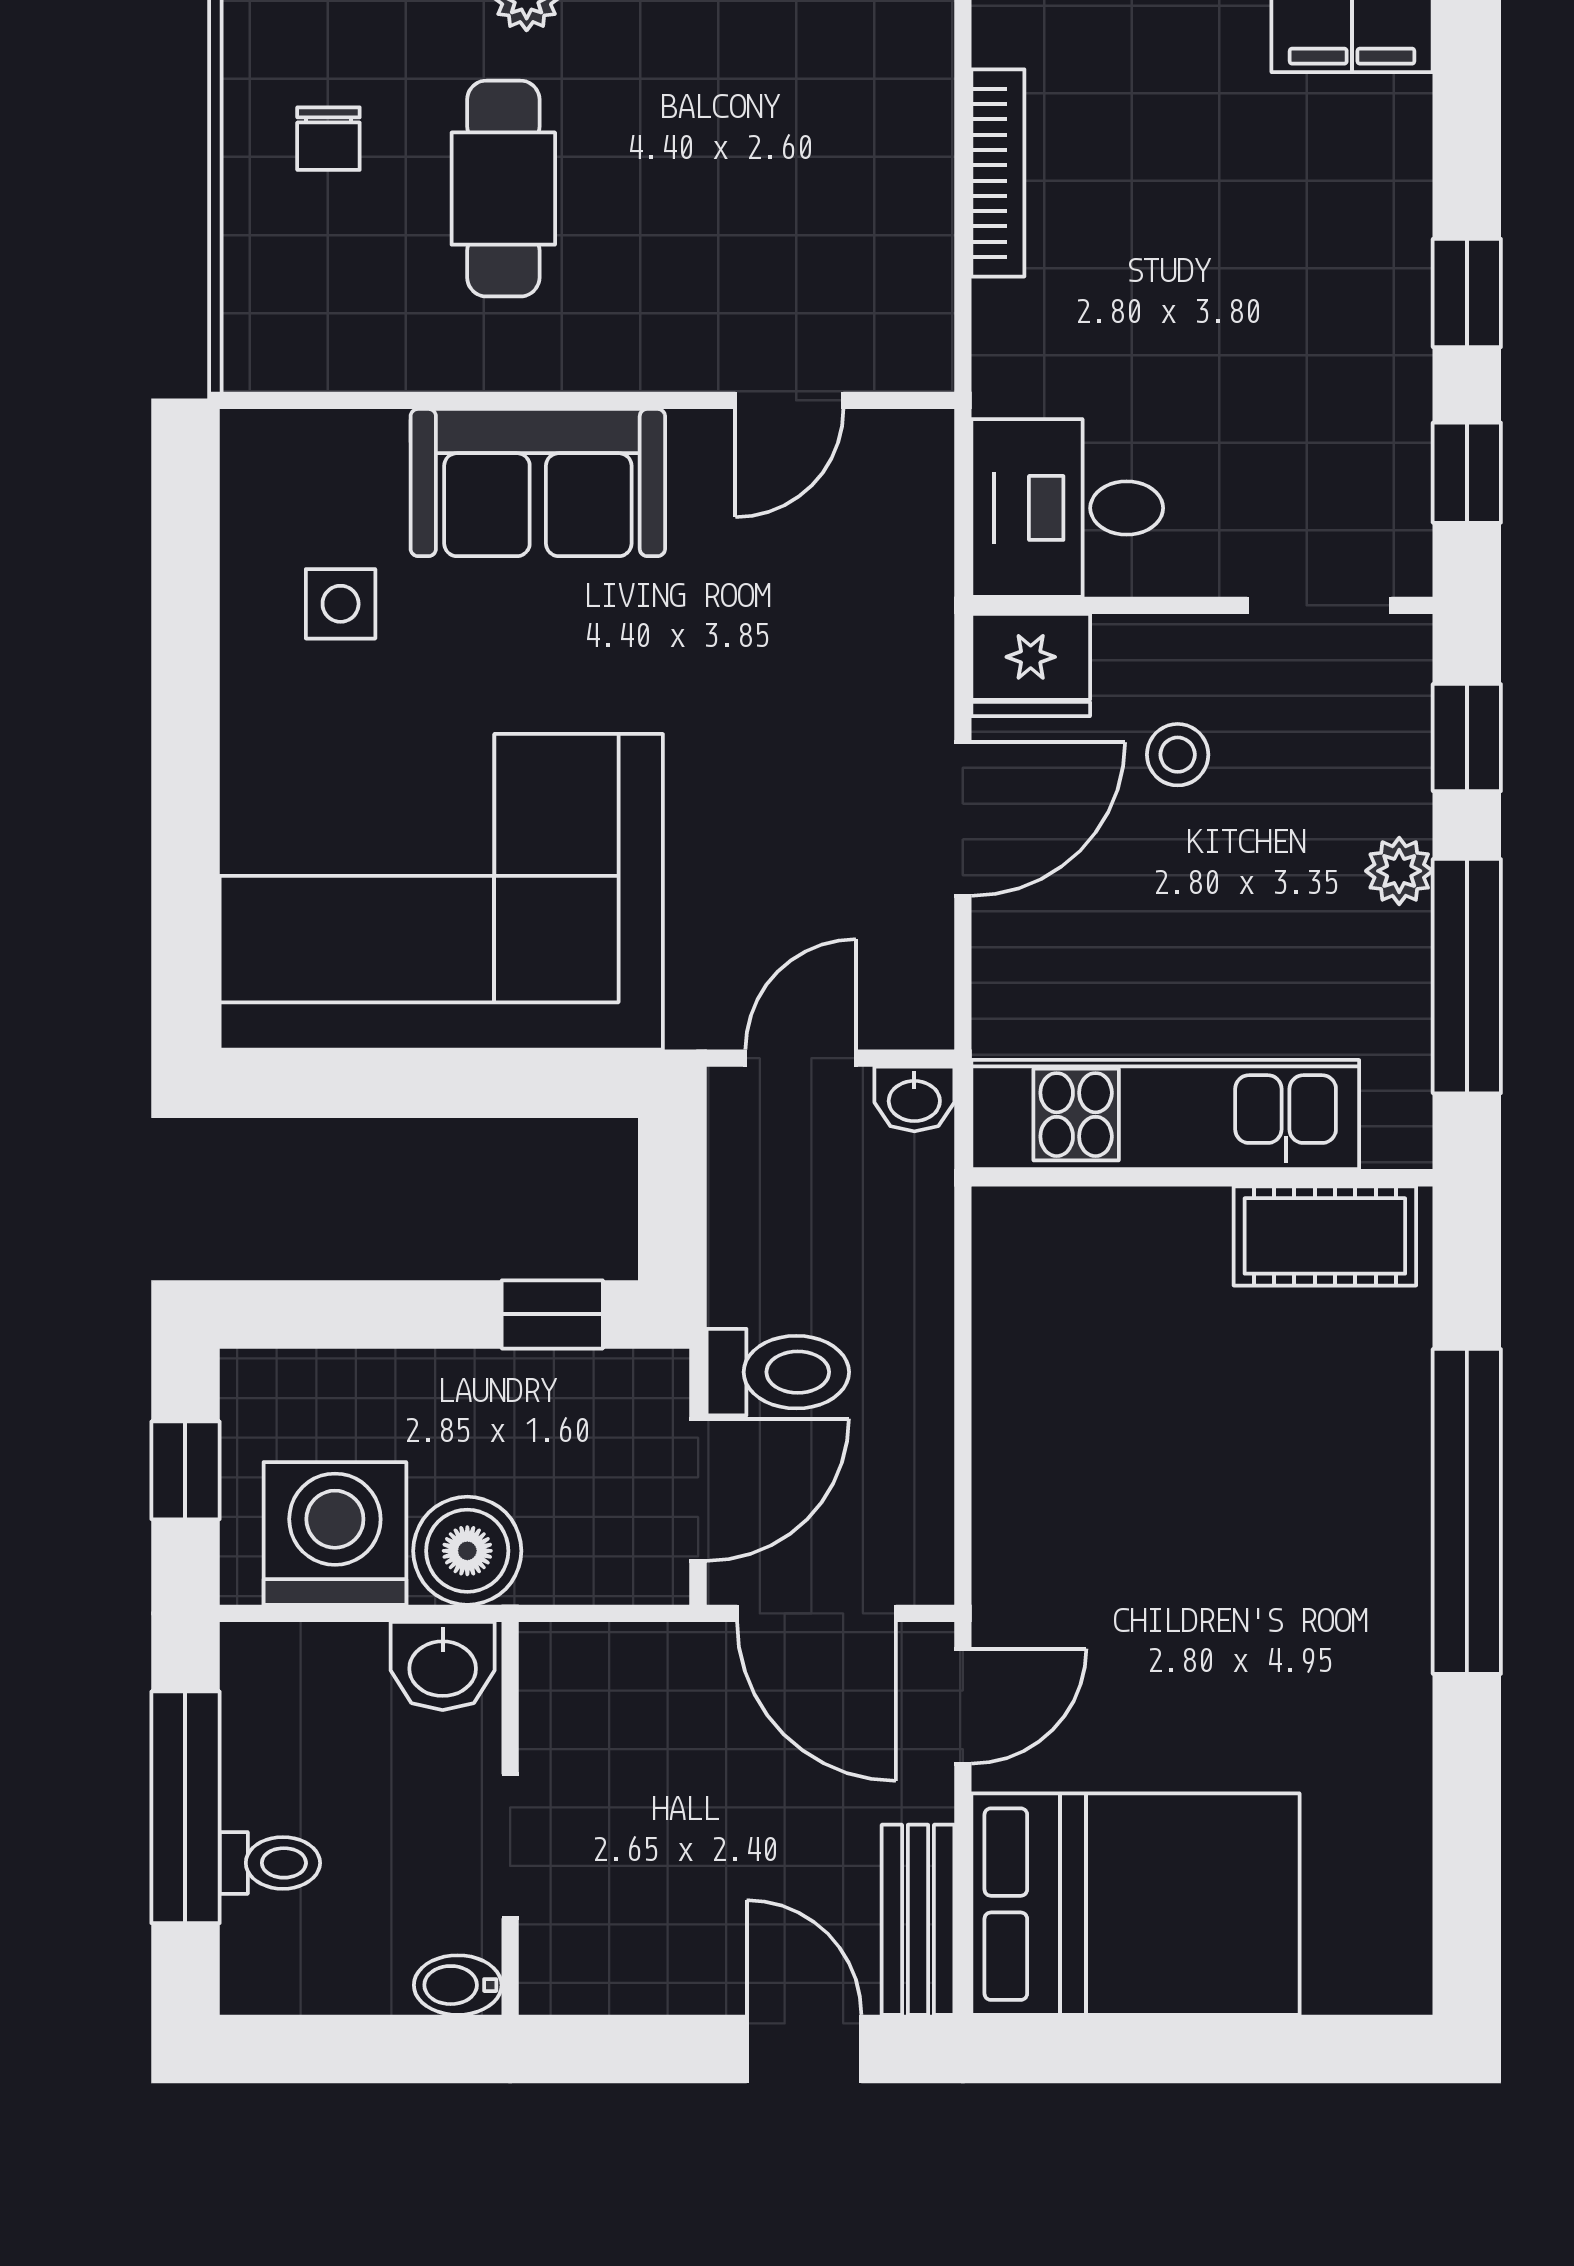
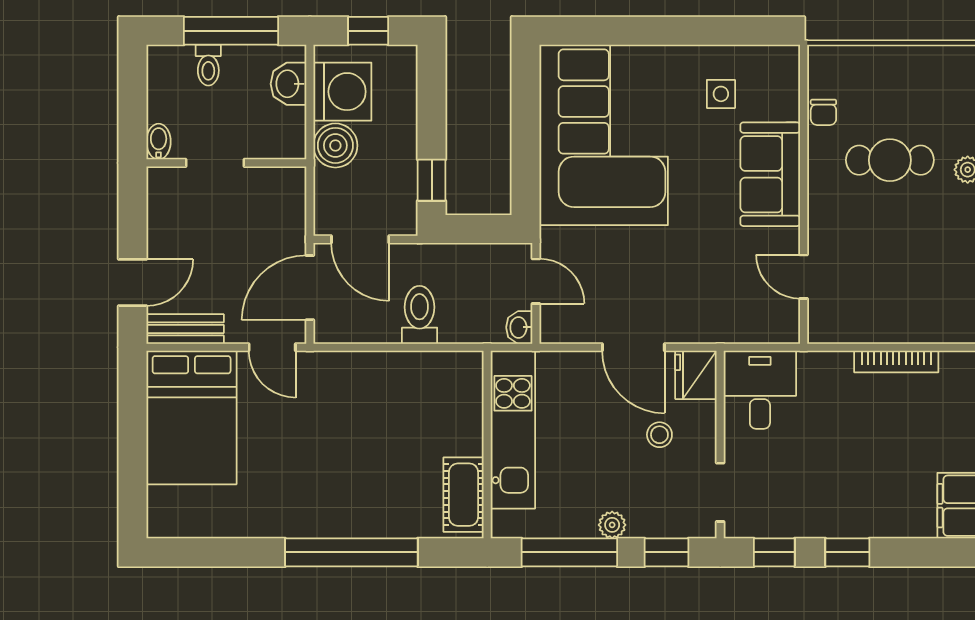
chair: (328, 139) -> (823, 112), moved, turned -90
toilet: (778, 1372) -> (420, 315), moved, turned 180
washbasin: (443, 1666) -> (288, 84), moved

